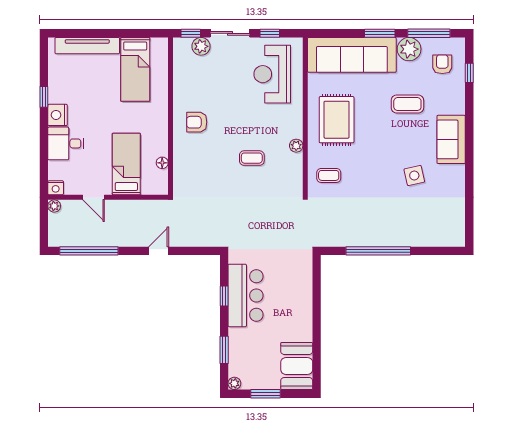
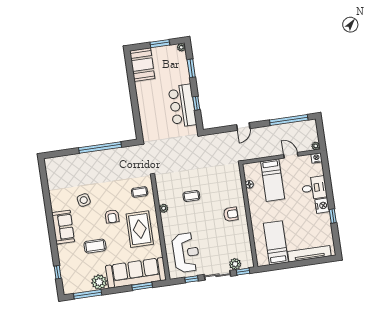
window: (380, 33) -> (142, 286), moved
armchair: (442, 64) -> (112, 216), moved

